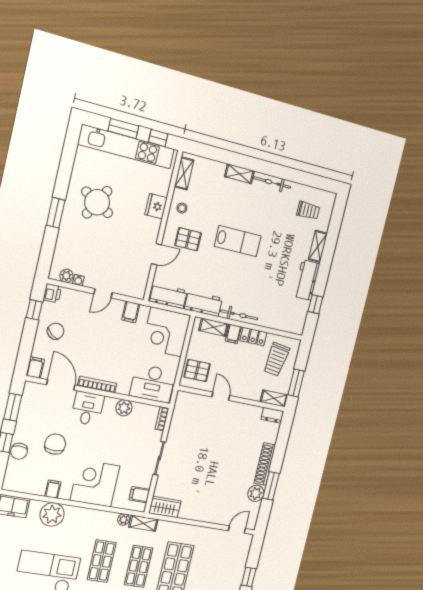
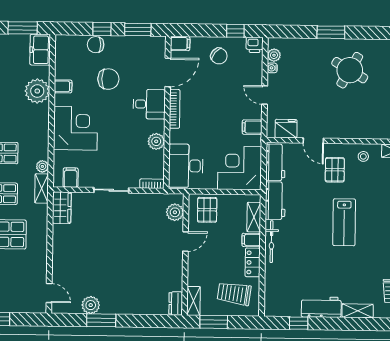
fridge: (156, 206) -> (286, 129), moved
plant: (193, 402) -> (175, 212), added
shoe rack: (265, 464) -> (123, 308), removed

